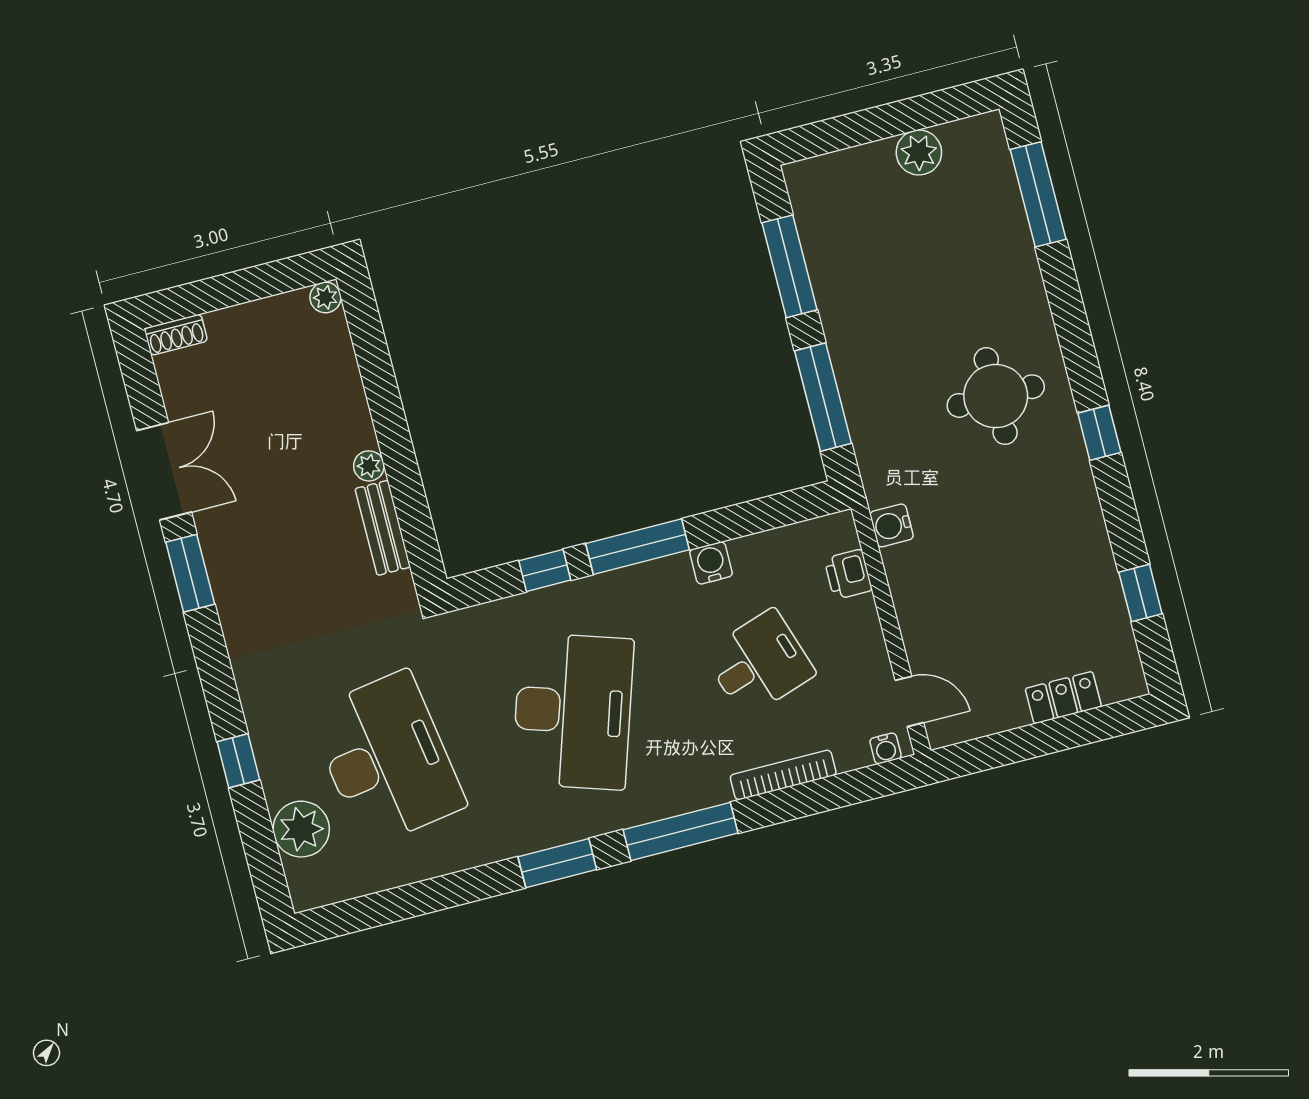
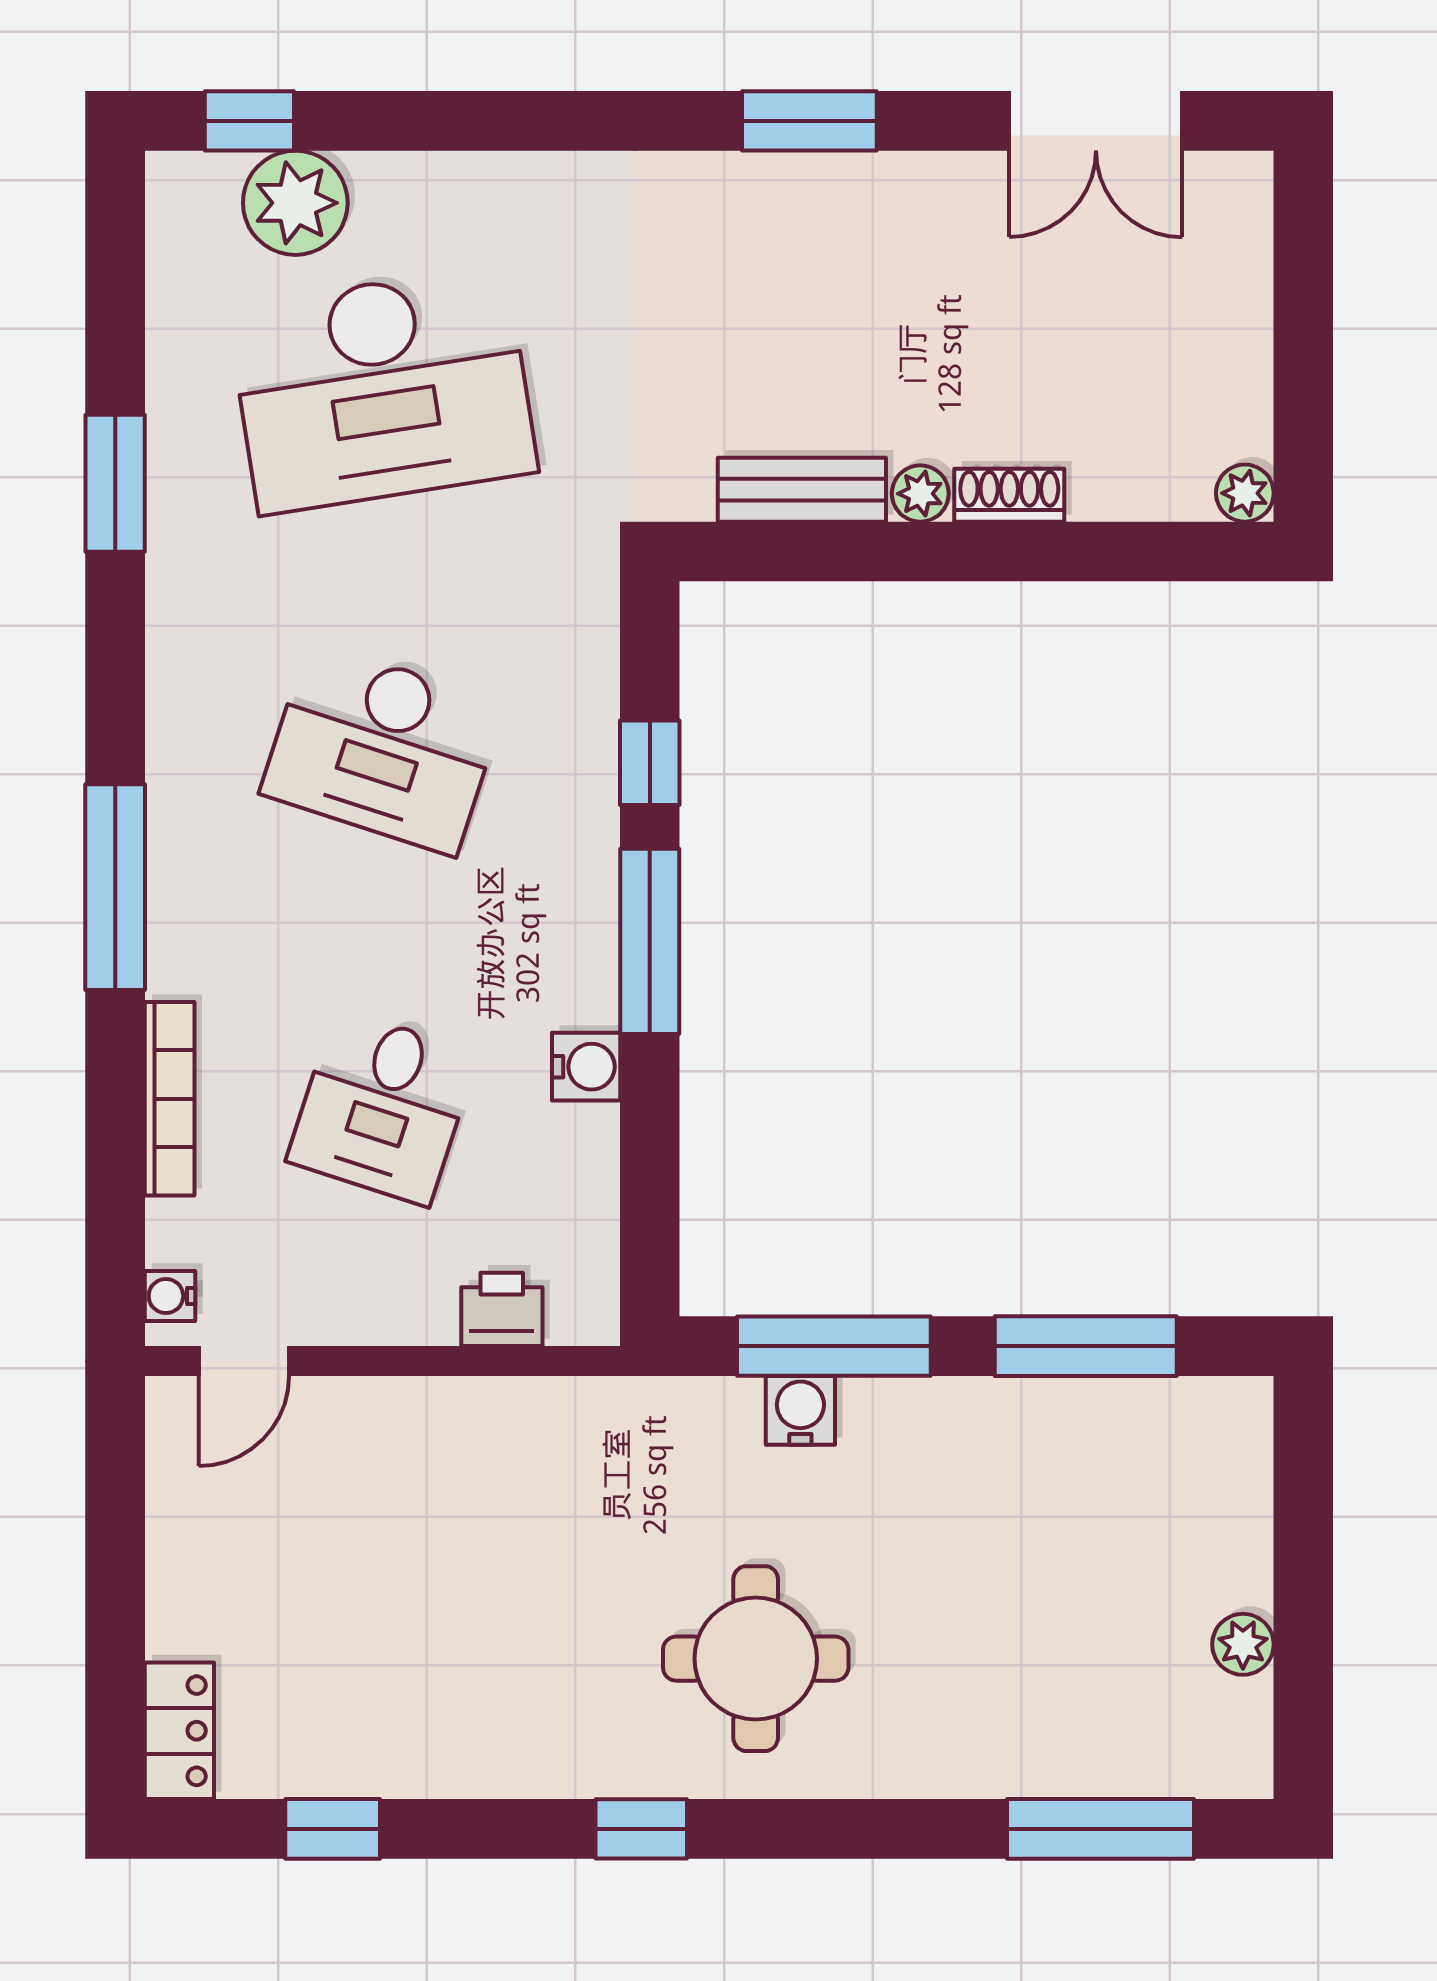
plant: (919, 152) -> (1243, 1644), width x0.73, depth x0.73
shoe rack: (176, 335) -> (1009, 495), moved, turned 90
double door: (164, 471) -> (1096, 121), moved
water cooler: (892, 525) -> (800, 1410), moved
desk: (759, 663) -> (382, 1107), turned 36
locker: (1063, 698) -> (179, 1731), moved
desk: (573, 711) -> (382, 748), width x0.73, depth x0.77
window: (238, 761) -> (249, 121), moved
window: (557, 863) -> (115, 483), moved

